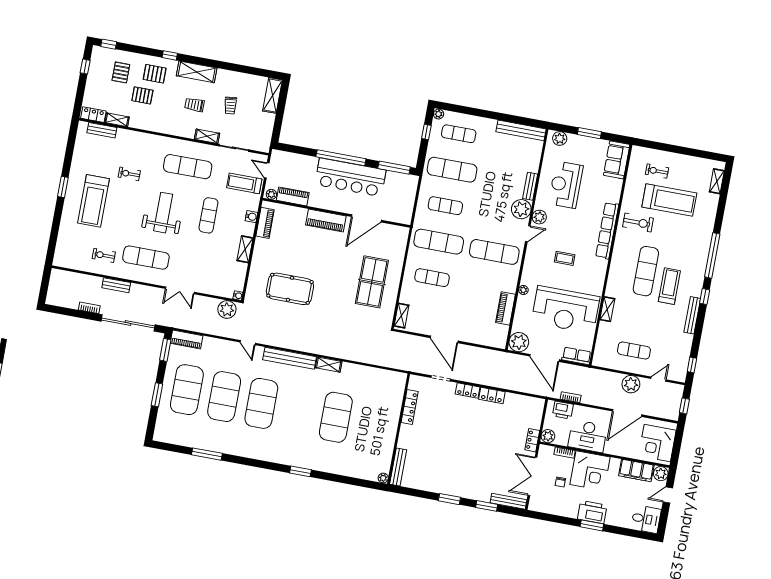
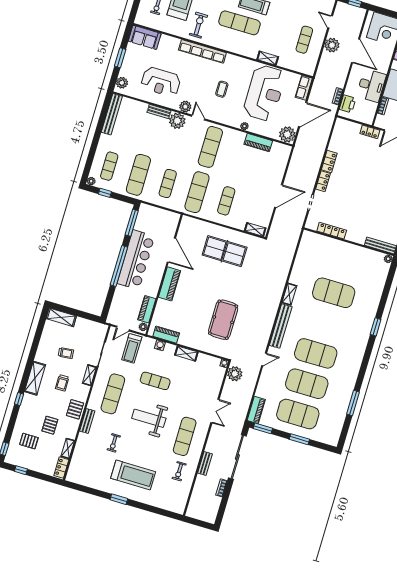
pallet: (155, 74) -> (75, 409), moved
bench: (102, 130) -> (87, 421), moved
plant: (548, 436) -> (368, 118), removed

